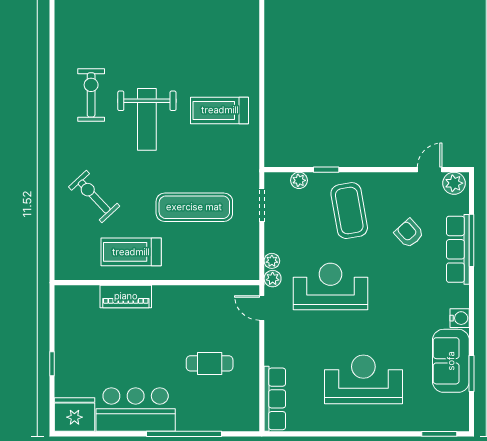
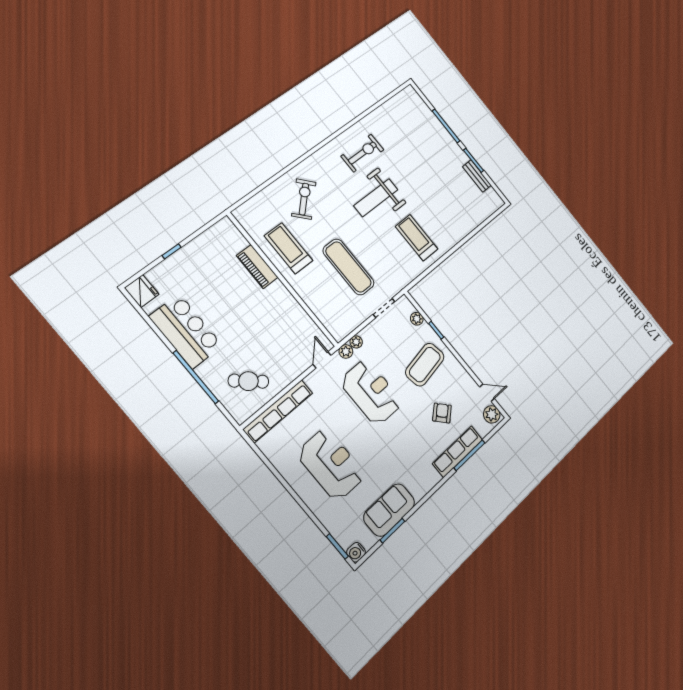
water cooler: (460, 318) -> (356, 552), moved, turned 90
cafe table: (210, 363) -> (248, 381), moved, turned -48
row of seats: (275, 399) -> (278, 411), width x1.36
fridge: (74, 415) -> (142, 291), width x0.73, depth x0.75

